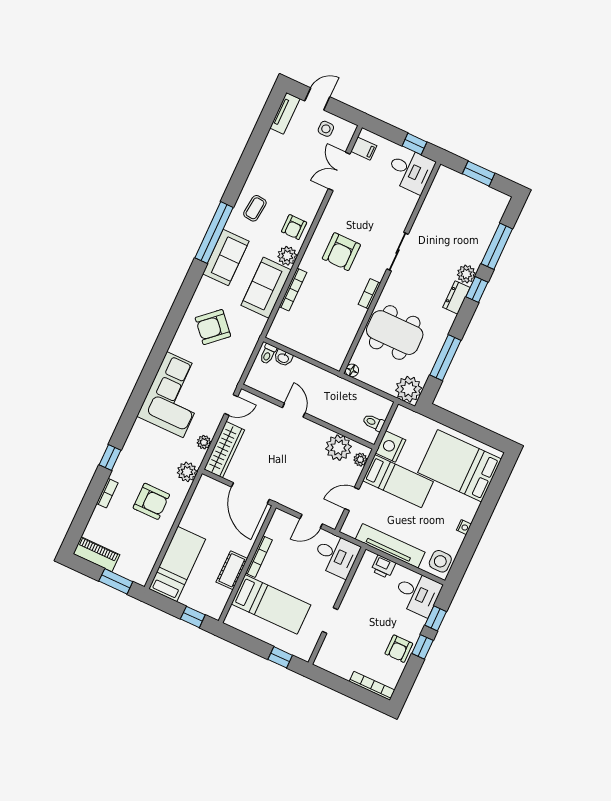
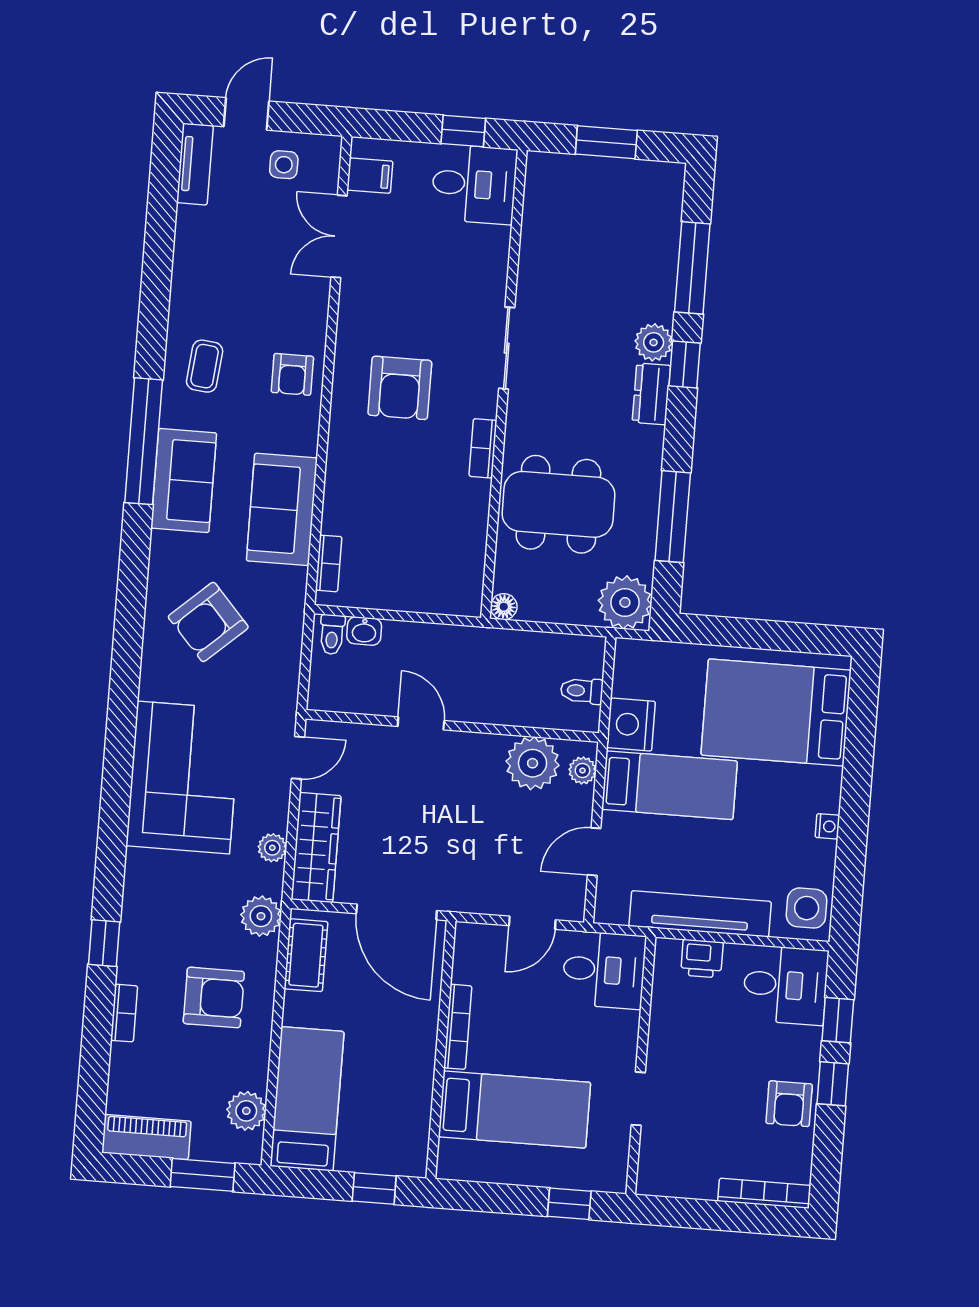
plant: (287, 256) -> (246, 1111), moved
bookcase: (293, 290) -> (329, 563), moved, width x0.64
cot: (232, 570) -> (306, 955), moved

